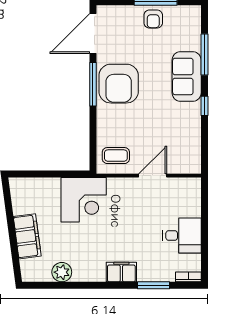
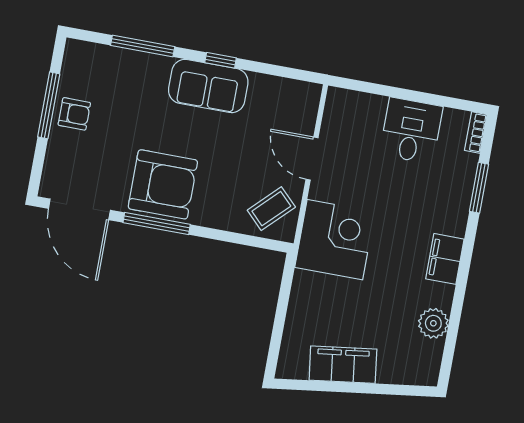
sofa: (187, 76) -> (208, 86), moved
coffee table: (116, 156) -> (271, 209), turned 45
corner desk: (84, 200) -> (335, 240), moved
filing cabinet: (27, 236) -> (343, 365), moved
filing cabinet: (121, 272) -> (445, 259), moved

